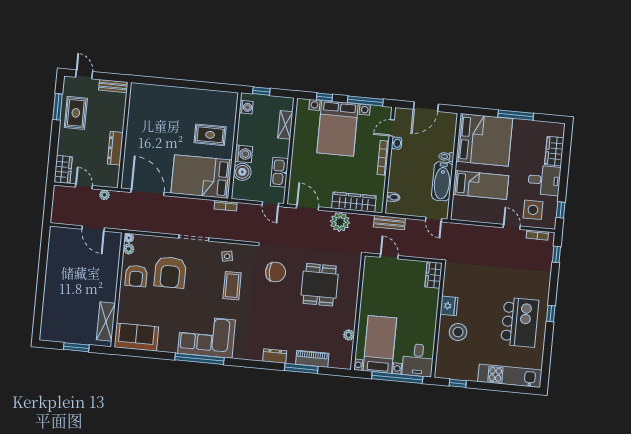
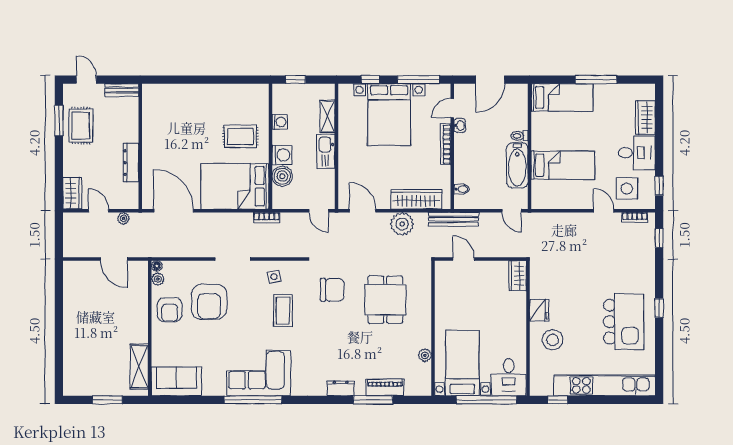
washing machine: (246, 107) -> (280, 122), moved
bed: (484, 140) -> (562, 97), width x0.49
kitchen sink: (279, 172) -> (326, 151), moved
bench: (389, 223) -> (454, 219), width x1.36
kitchen unit: (510, 376) -> (605, 385), width x1.36

